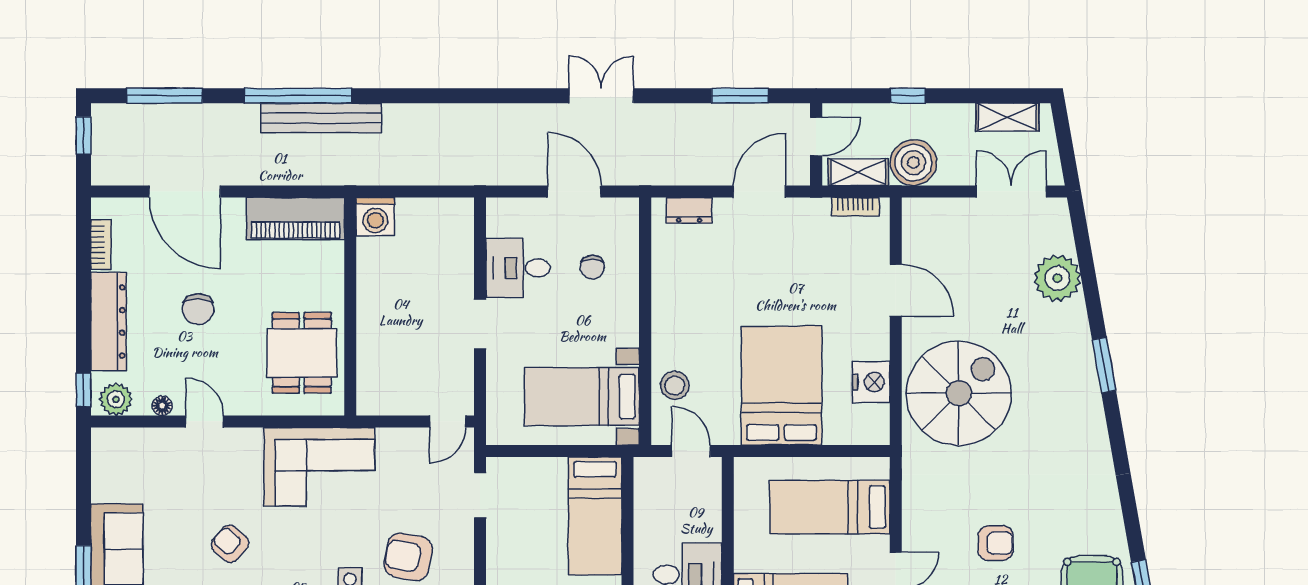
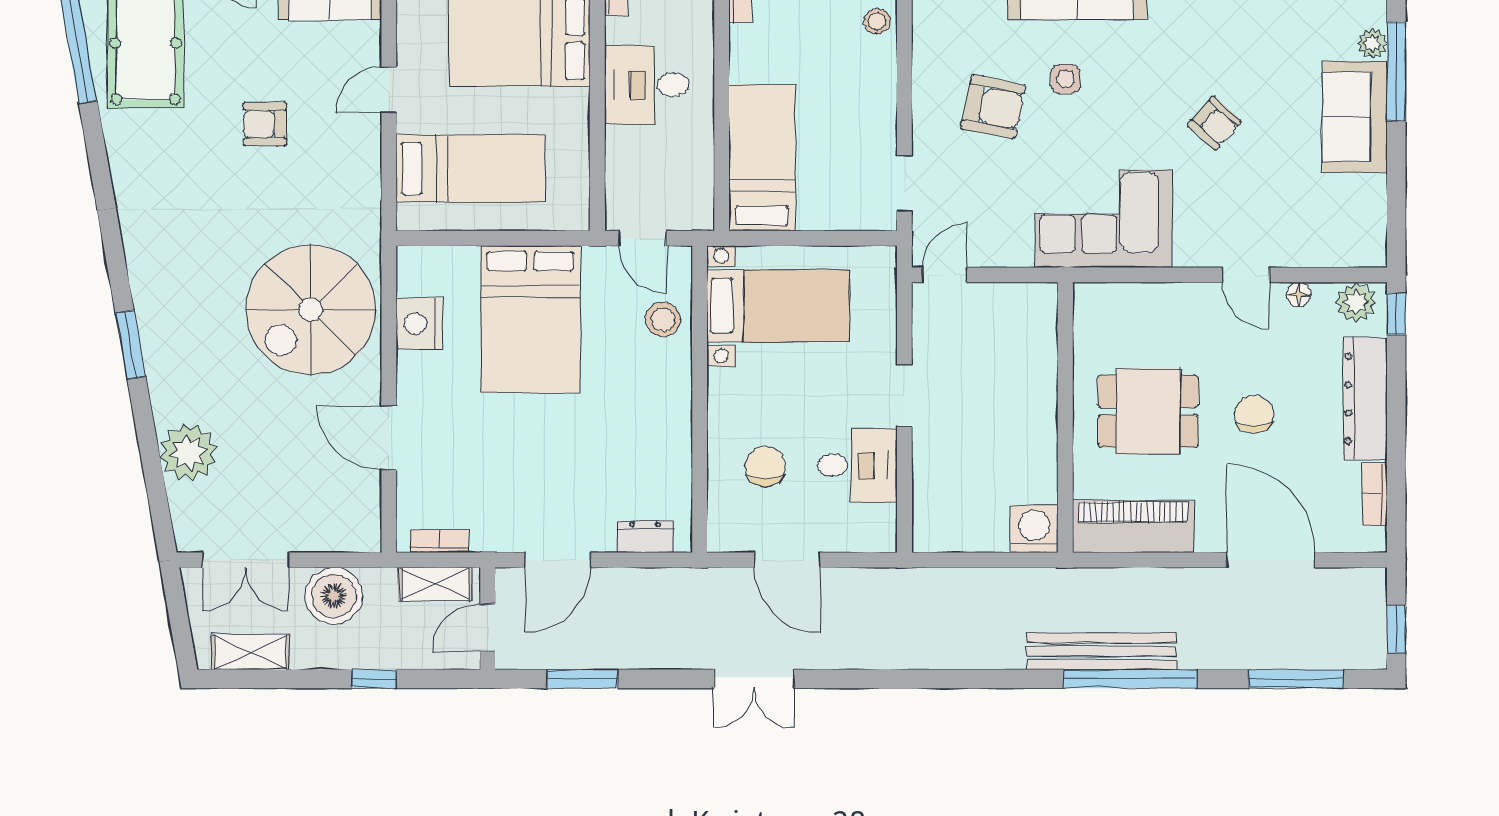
boiler: (913, 163) -> (334, 596), moved
chair: (592, 267) -> (765, 466), width x1.37, depth x1.37
dining table: (302, 353) -> (1148, 411), moved, turned 90

